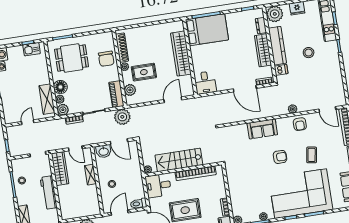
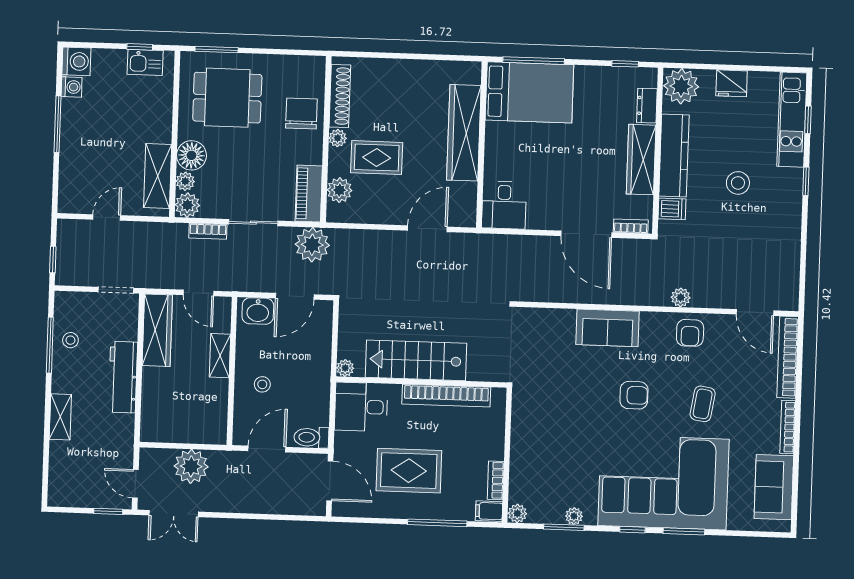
chair: (106, 59) -> (301, 113), turned 180
door: (119, 142) -> (295, 296), hinge flipped

